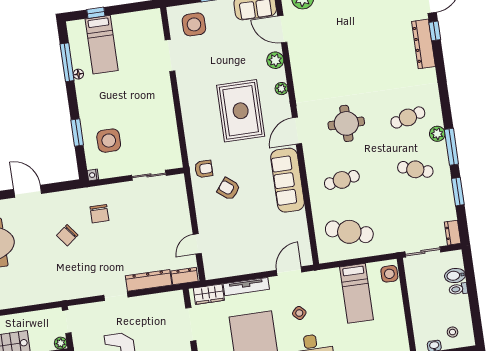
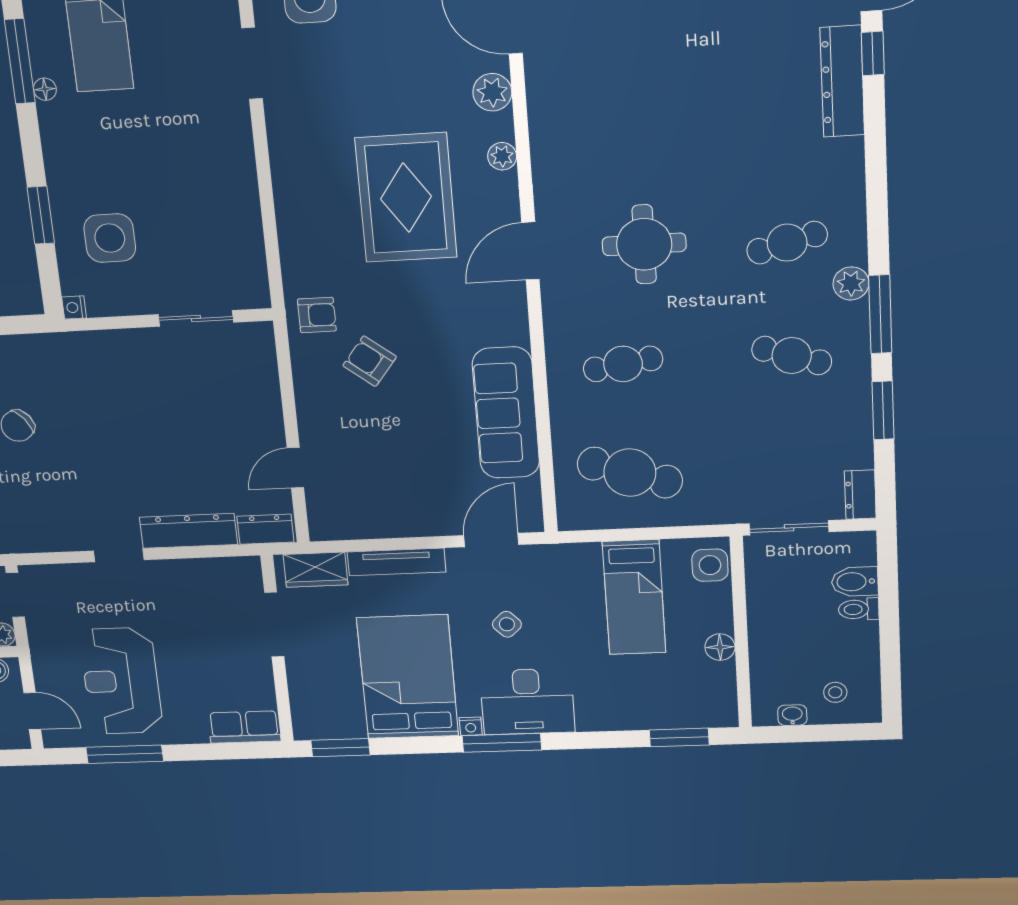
sofa: (287, 180) -> (506, 413), moved
chair: (99, 214) -> (87, 388), removed
floor lamp: (398, 315) -> (720, 647), added

